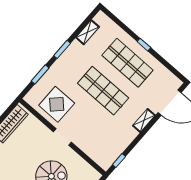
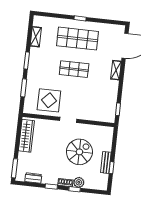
shop shelf: (103, 91) -> (74, 69), width x0.70, depth x0.74

